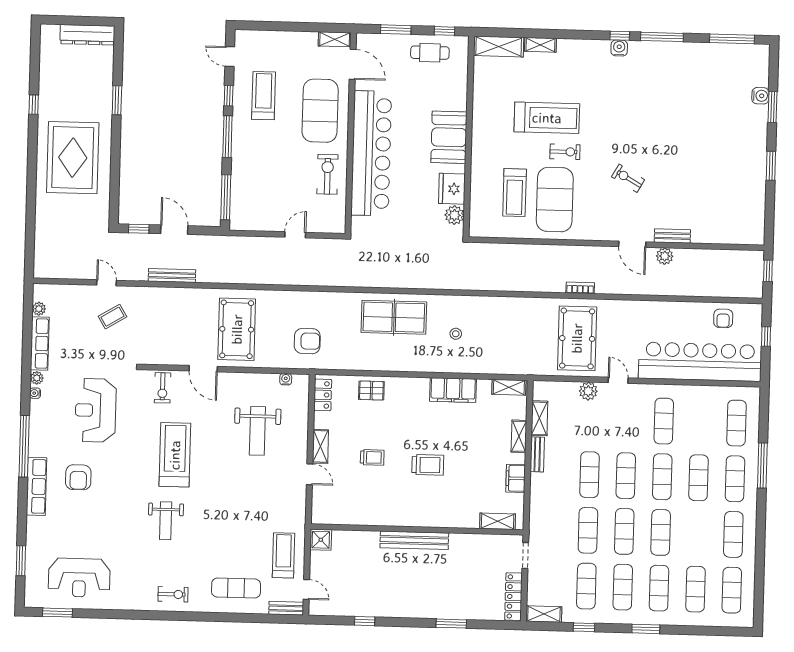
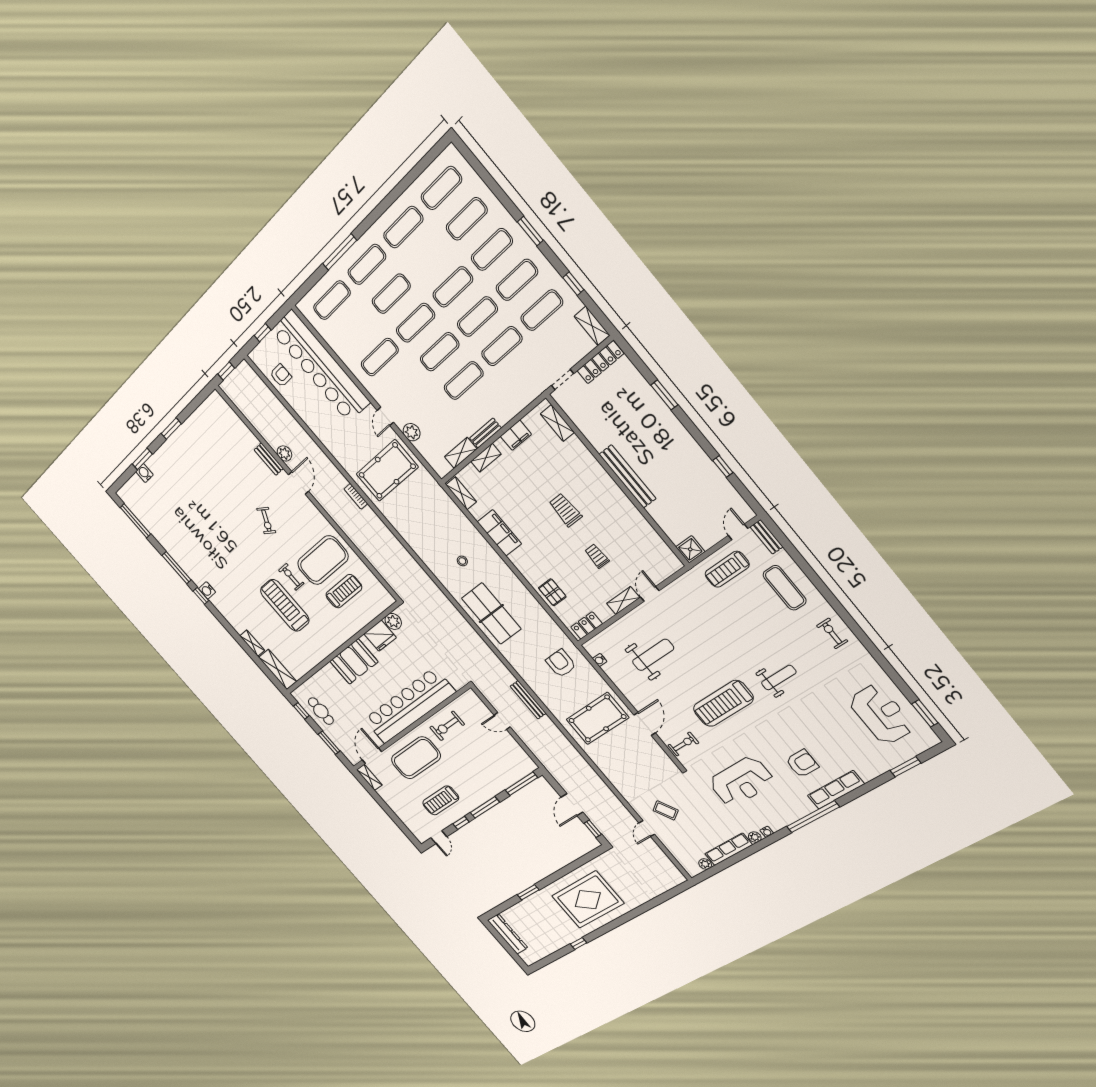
bench: (172, 275) -> (528, 700), moved

